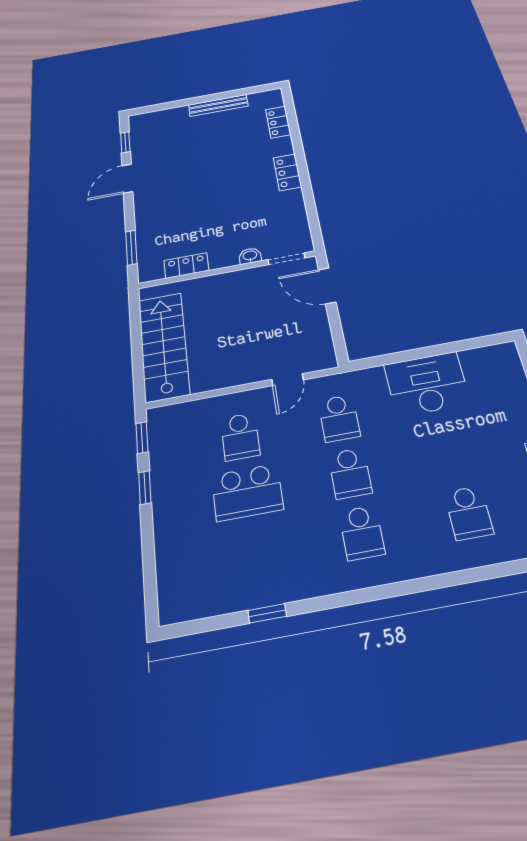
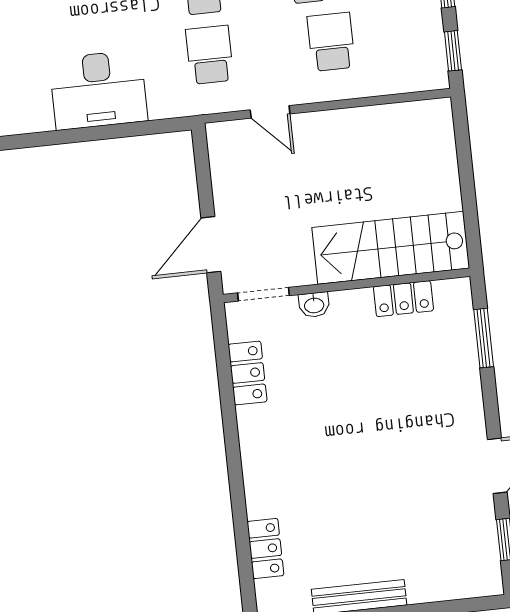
locker: (287, 172) -> (248, 373), moved
door: (327, 286) -> (211, 245), swing flipped
stairs: (164, 346) -> (391, 248), moved, turned 90
door: (288, 380) -> (270, 112), swing flipped

